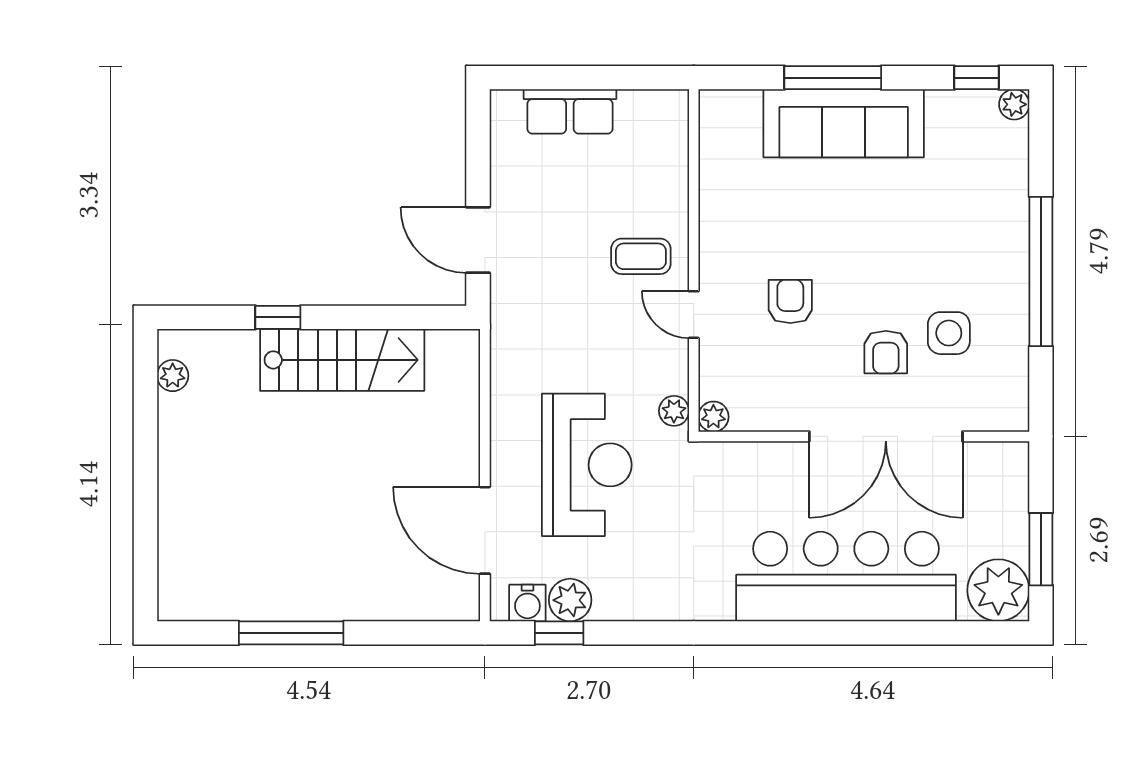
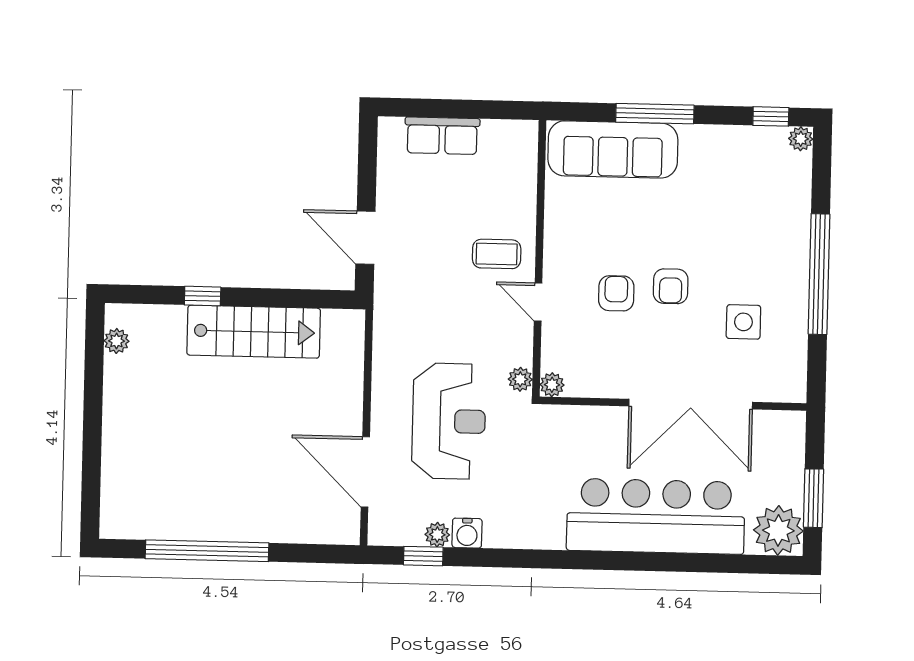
sofa: (844, 123) -> (613, 149), moved
armchair: (886, 352) -> (671, 286), moved
plant: (570, 600) -> (437, 535), width x0.73, depth x0.73
water cooler: (527, 603) -> (467, 533), moved
window: (291, 633) -> (207, 551), width x1.46

